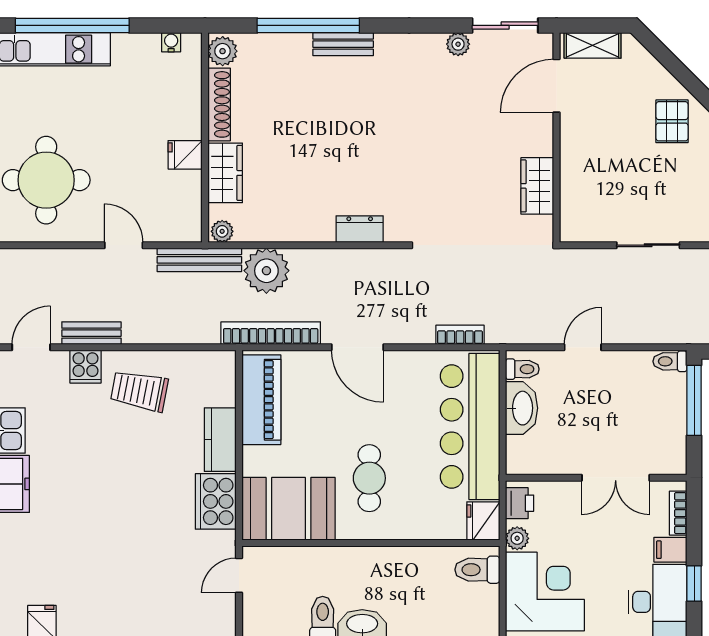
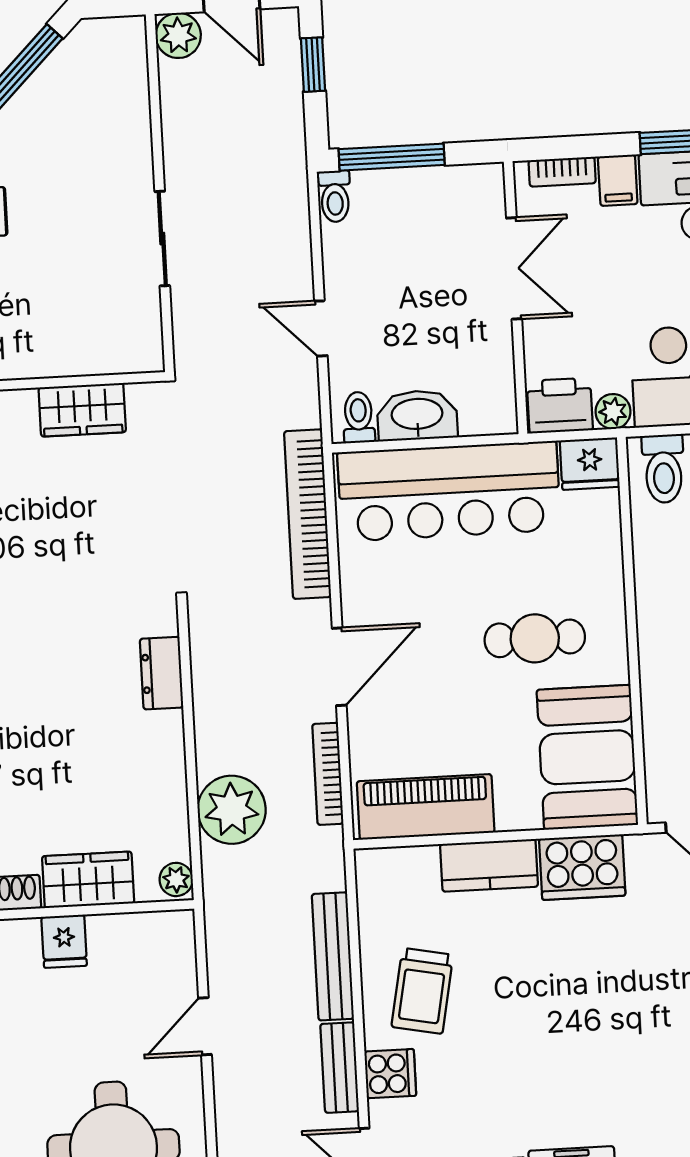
bench: (199, 260) -> (333, 956), moved
bookcase: (271, 333) -> (328, 774), width x0.68, depth x0.76
bookcase: (460, 335) -> (308, 514), width x2.31, depth x1.31
printer: (520, 503) -> (560, 406), width x1.36, depth x1.24

